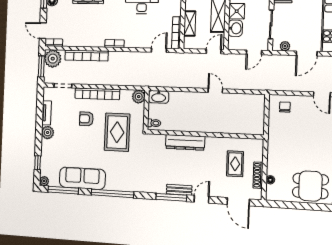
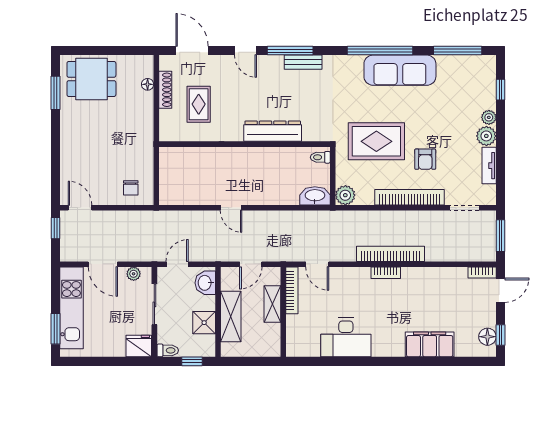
washbasin: (235, 28) -> (205, 283), moved
door: (43, 31) -> (501, 290), hinge flipped
door: (159, 50) -> (317, 264), hinge flipped
door: (214, 51) -> (251, 264), moved
door: (307, 53) -> (103, 264), swing flipped
bookcase: (86, 56) -> (390, 254), moved
plant: (53, 59) -> (483, 248), removed
armchair: (86, 119) -> (425, 159), turned 90
rug: (117, 132) -> (376, 141), turned 90
sofa: (82, 178) -> (400, 70), moved
plant: (44, 181) -> (489, 117), moved
bench: (179, 190) -> (303, 62), moved
door: (201, 199) -> (245, 51), hinge flipped

